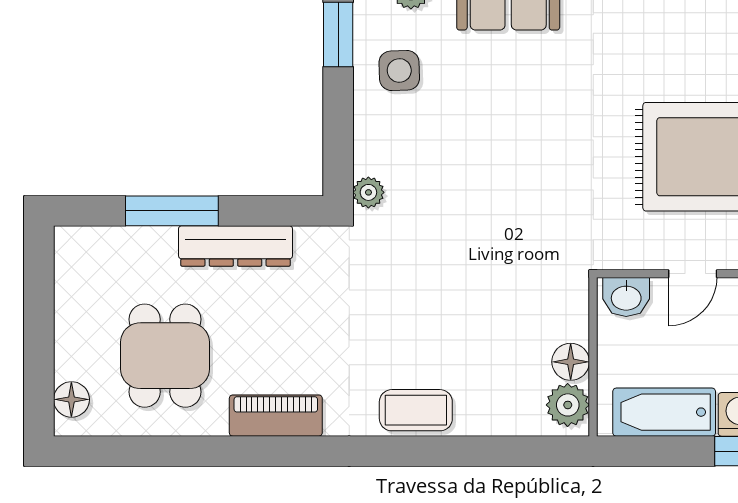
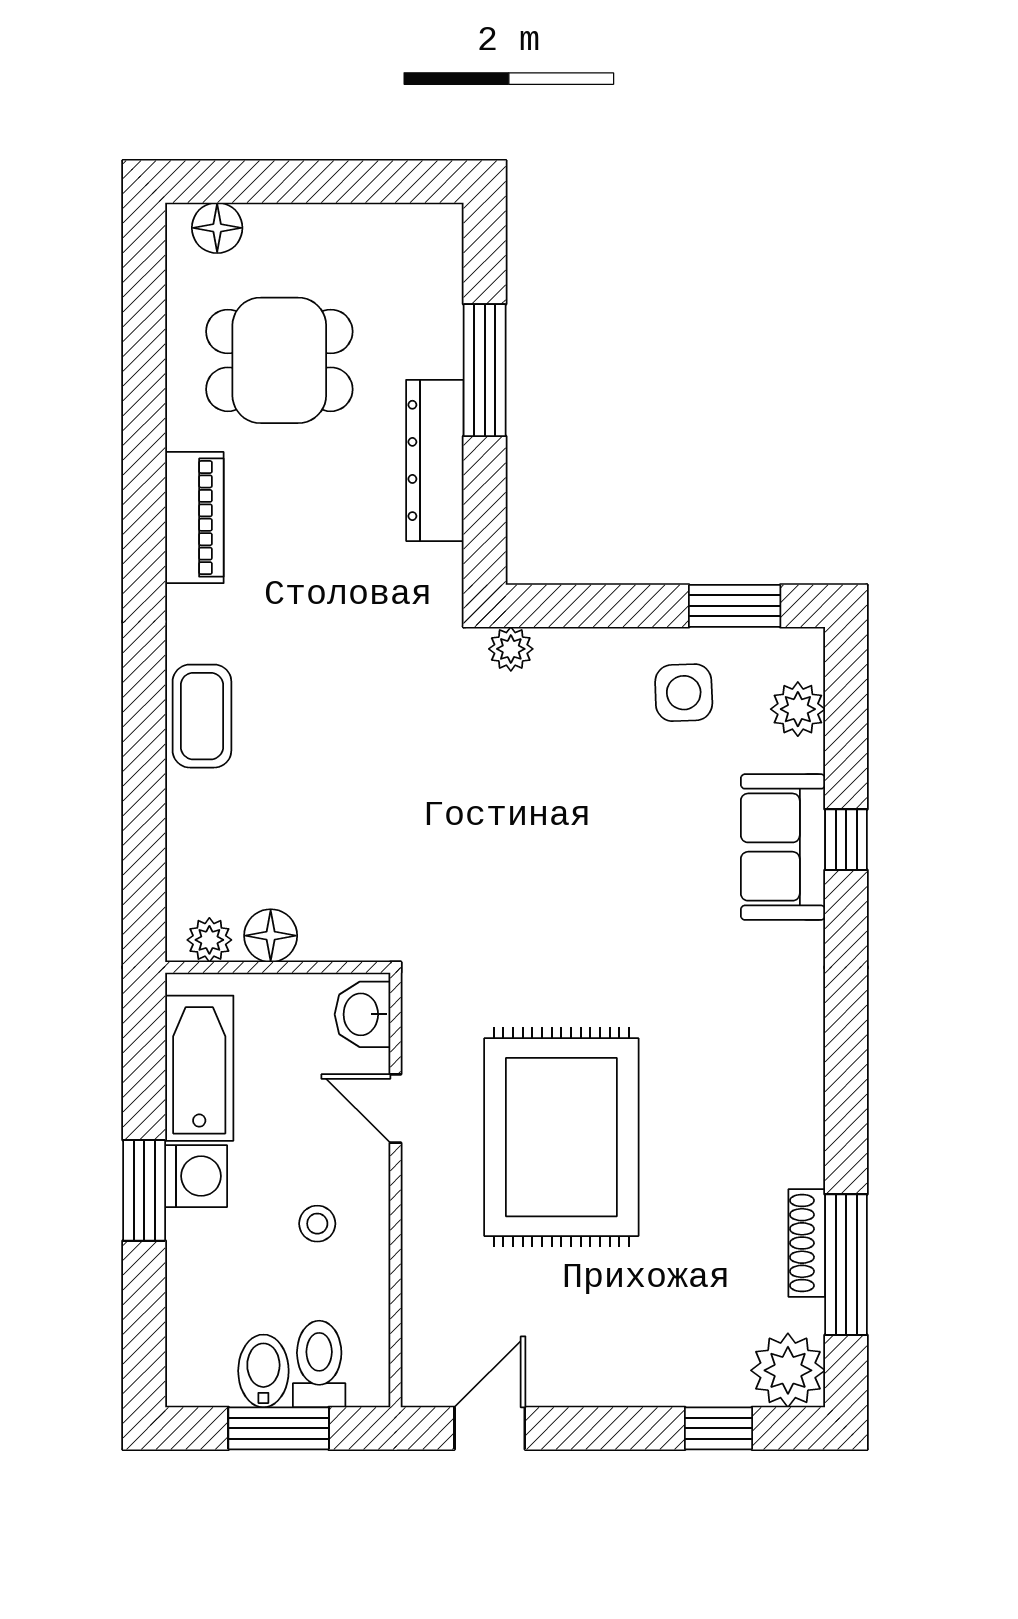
plant: (568, 405) -> (209, 940), width x0.73, depth x0.73

